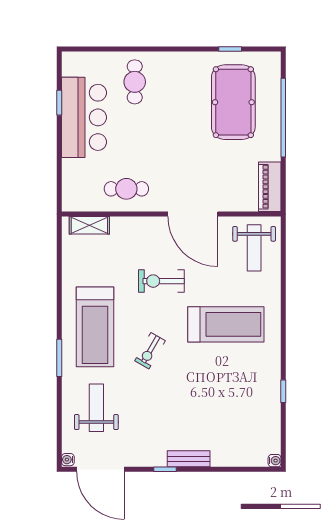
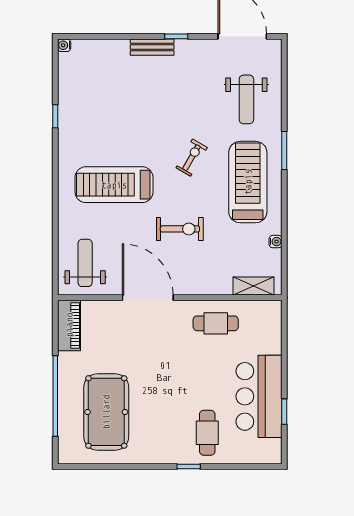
window: (230, 49) -> (189, 466), moved
water cooler: (68, 460) -> (276, 242), moved

